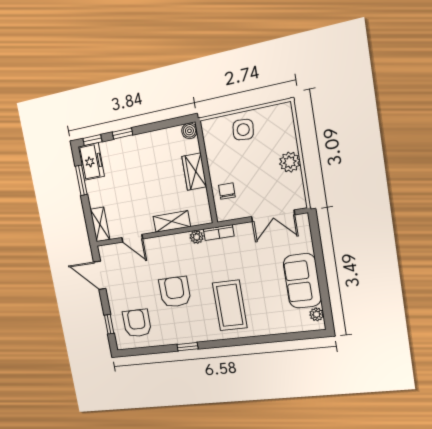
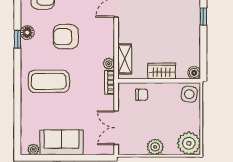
plant: (278, 119) -> (189, 143), added
side table: (243, 130) -> (189, 94), moved
shelving: (172, 221) -> (125, 59), moved
armchair: (175, 292) -> (66, 37), turned 180
floor lamp: (178, 336) -> (27, 32), added

